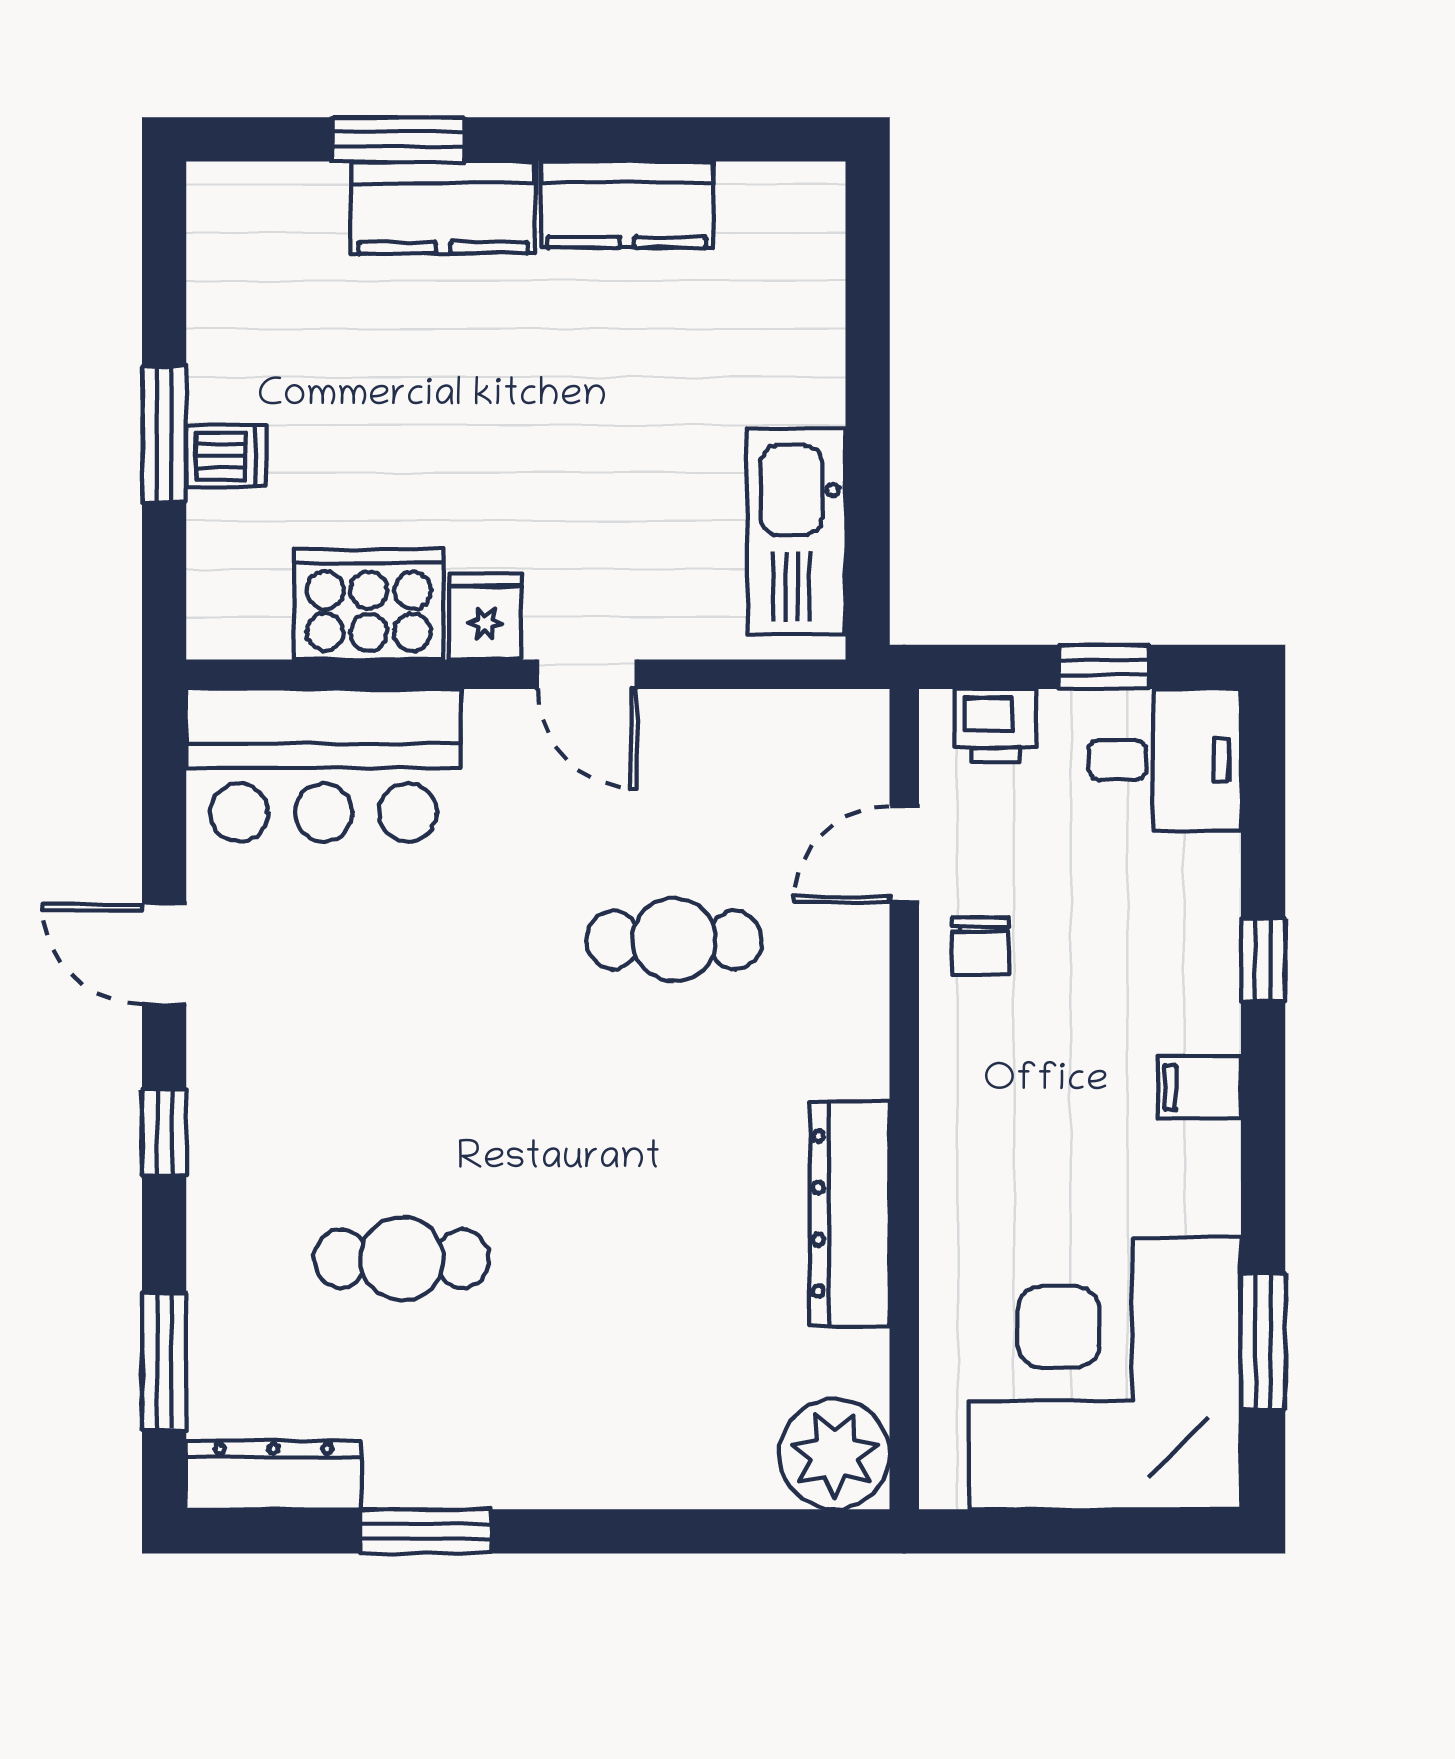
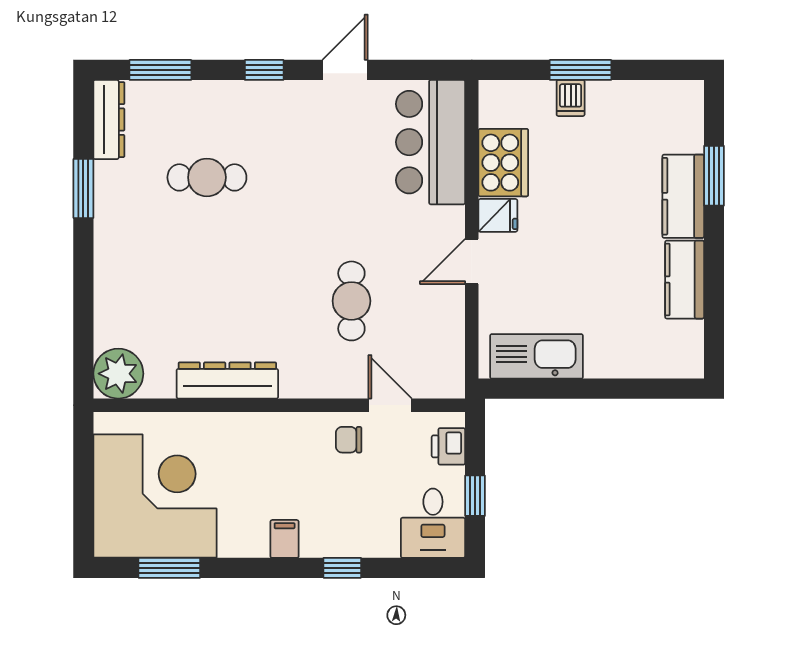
cafe table: (402, 1259) -> (207, 177), turned 90

